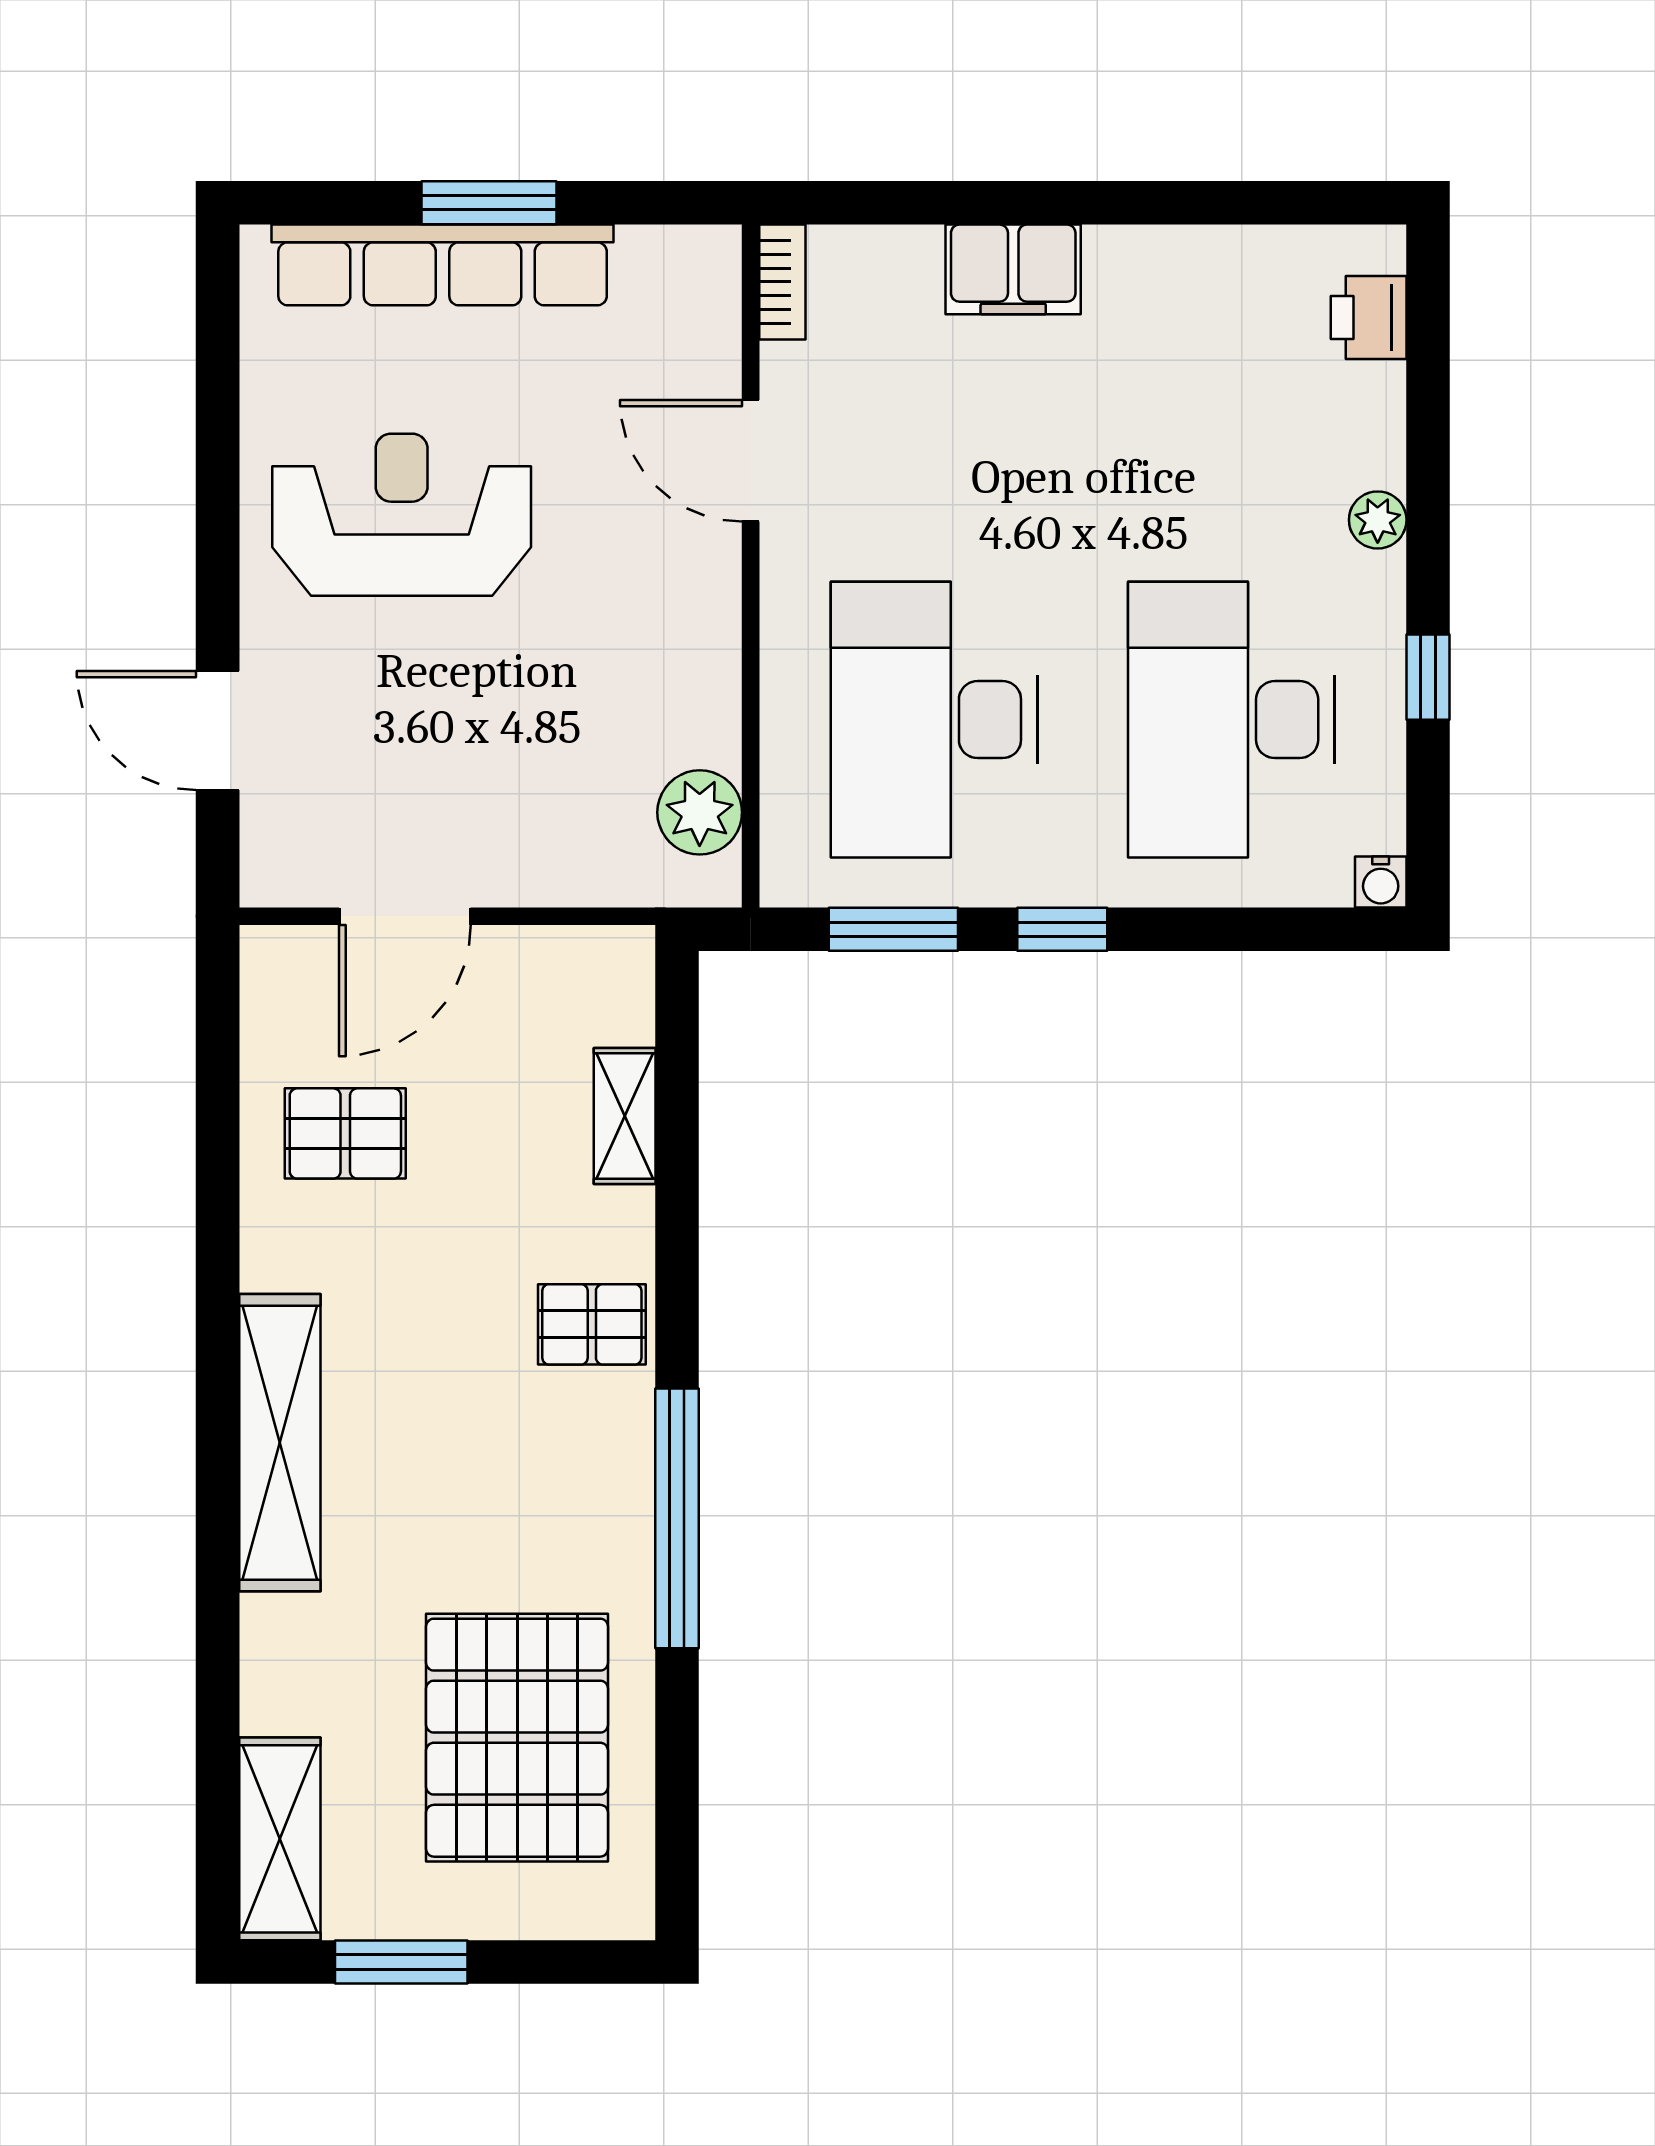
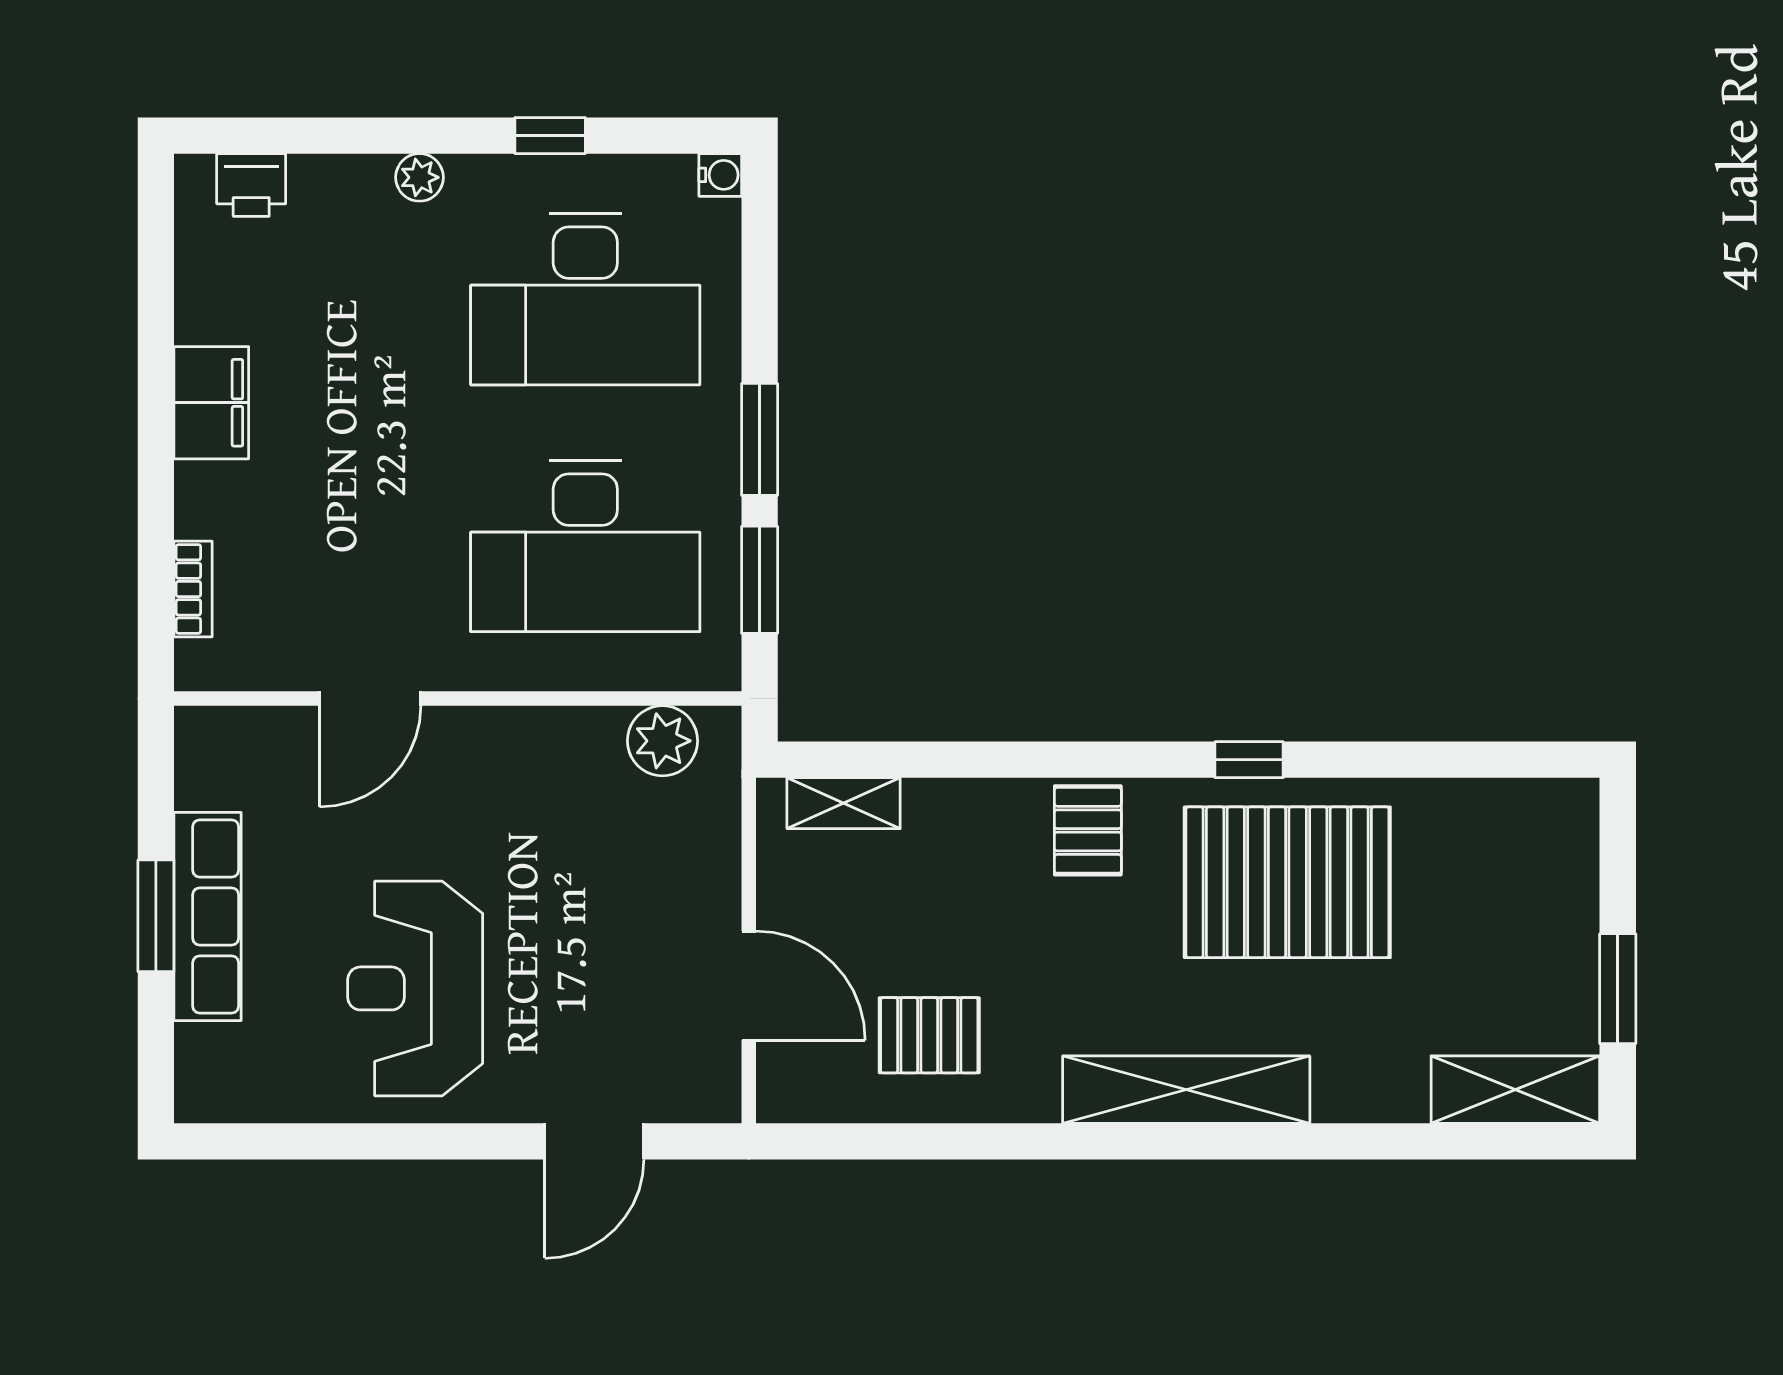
row of seats: (443, 265) -> (208, 916), width x0.73
filing cabinet: (1013, 269) -> (211, 403), moved
bookcase: (782, 282) -> (193, 589), moved, turned 90
window: (1062, 929) -> (760, 439), width x1.50
shelving: (625, 1116) -> (844, 803), moved
pallet: (345, 1133) -> (929, 1035), turned 90
window: (677, 1518) -> (1249, 760), width x0.32
pallet: (517, 1738) -> (1287, 882), moved

